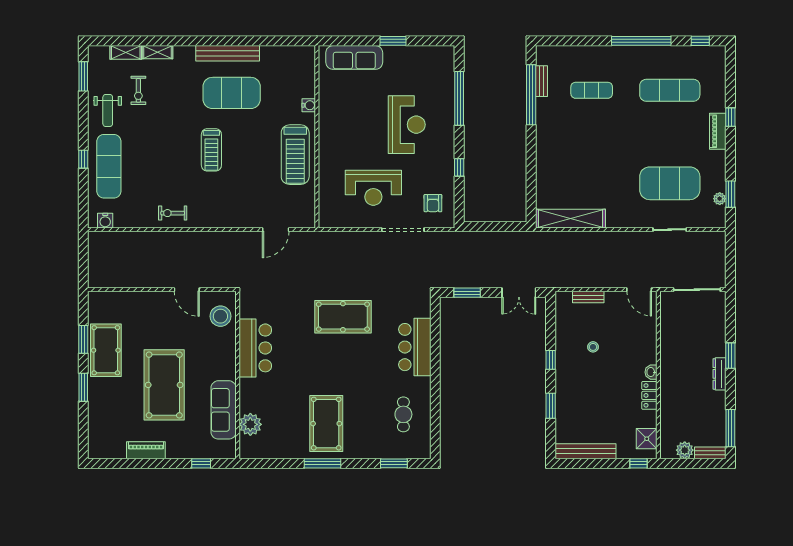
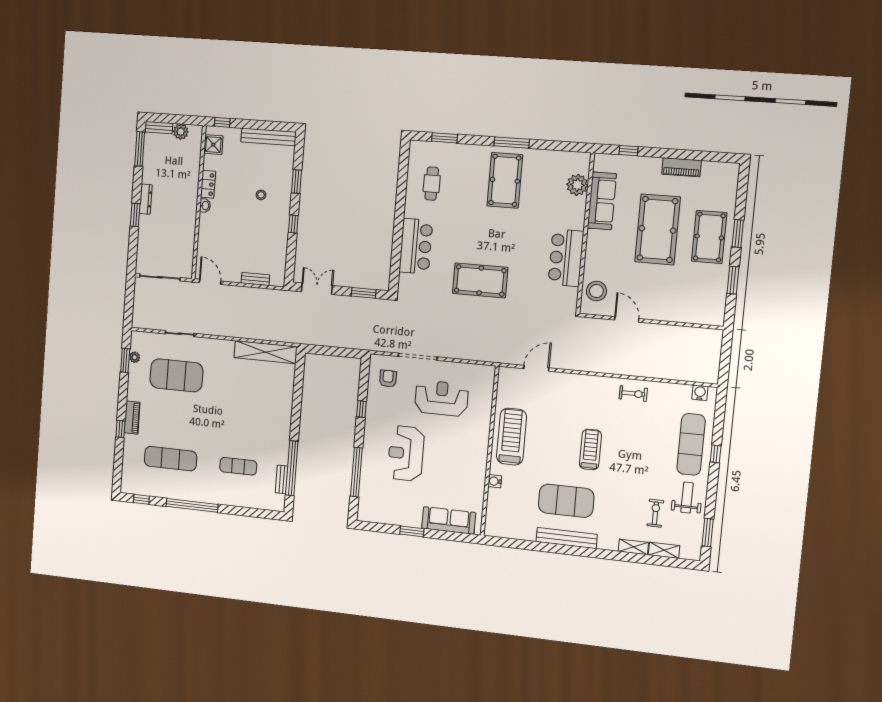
stool: (593, 347) -> (261, 195), moved
pool table: (106, 350) -> (709, 237), moved

